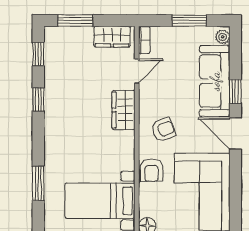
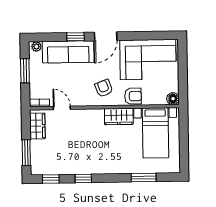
wardrobe: (124, 110) -> (119, 117), moved

